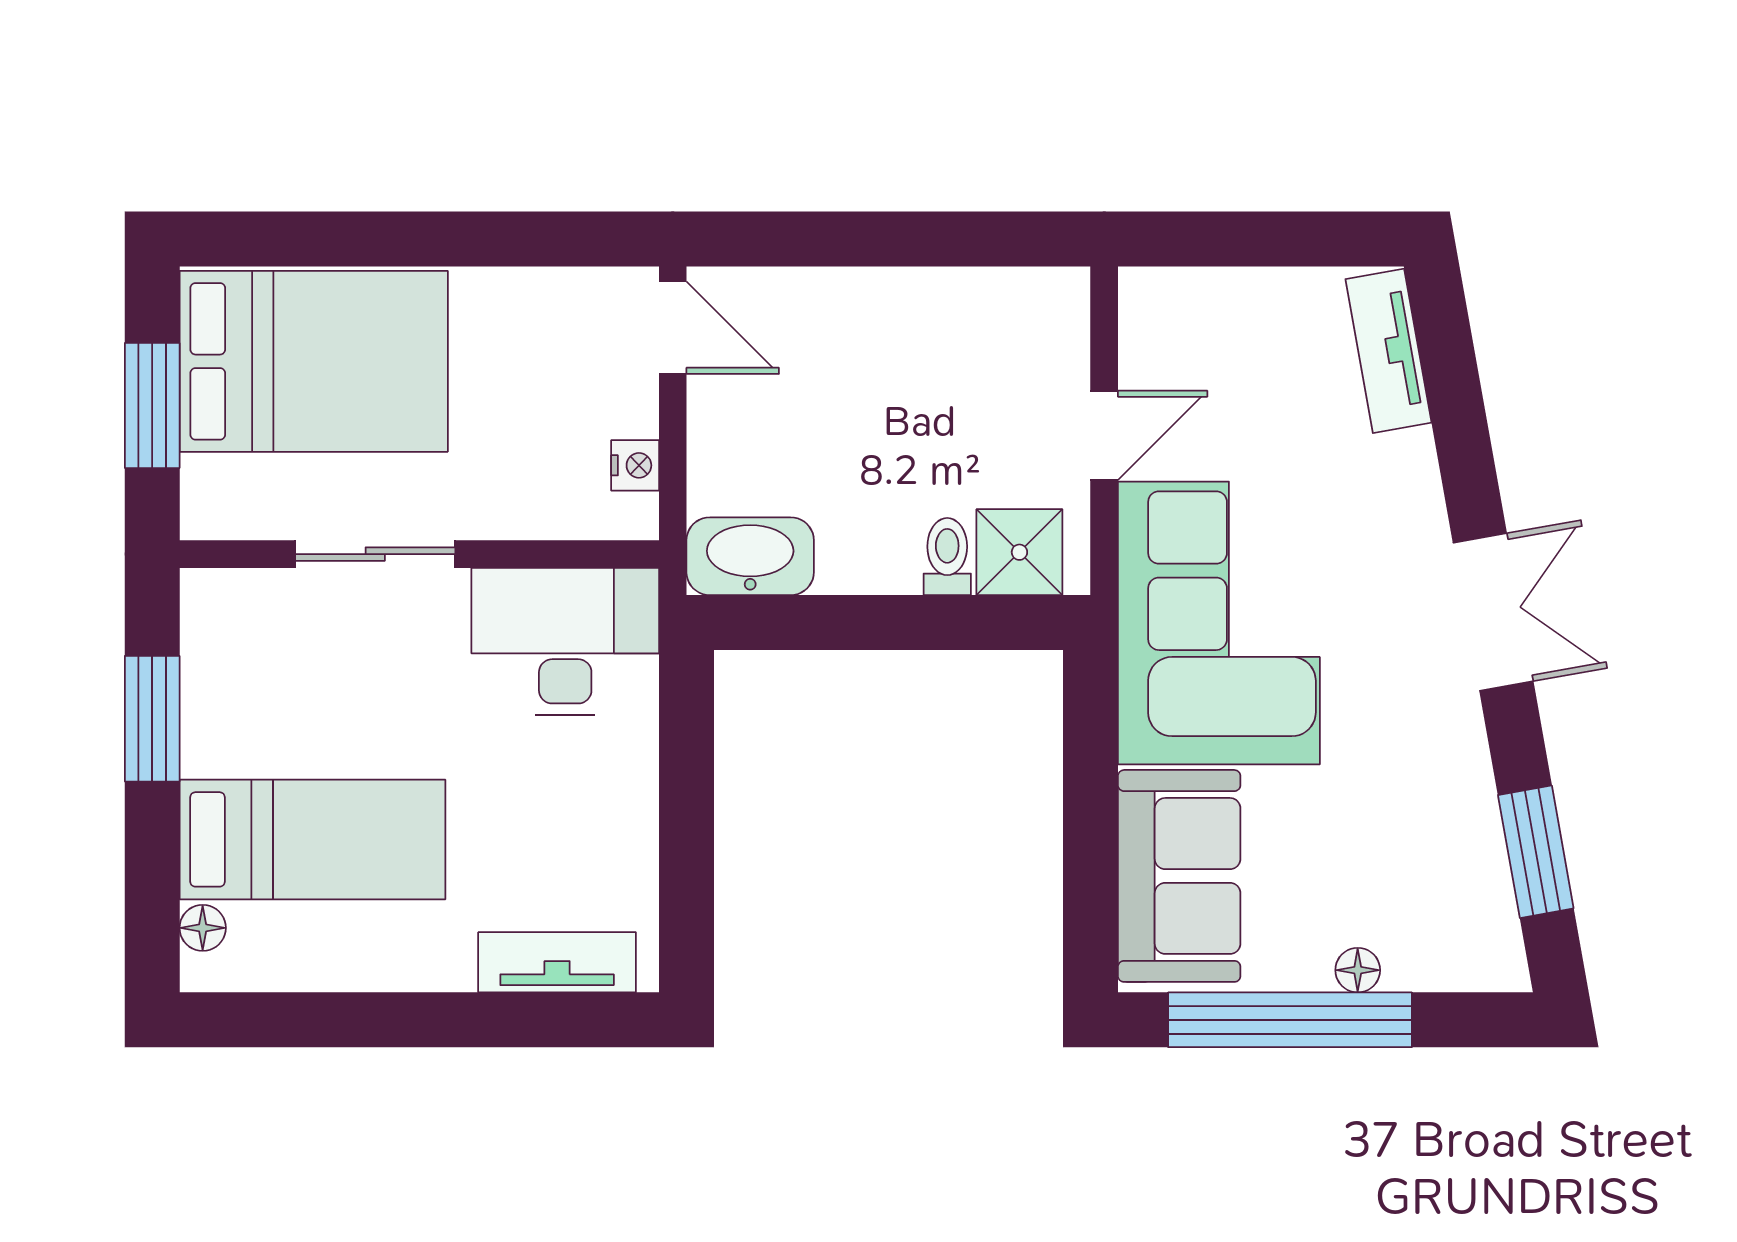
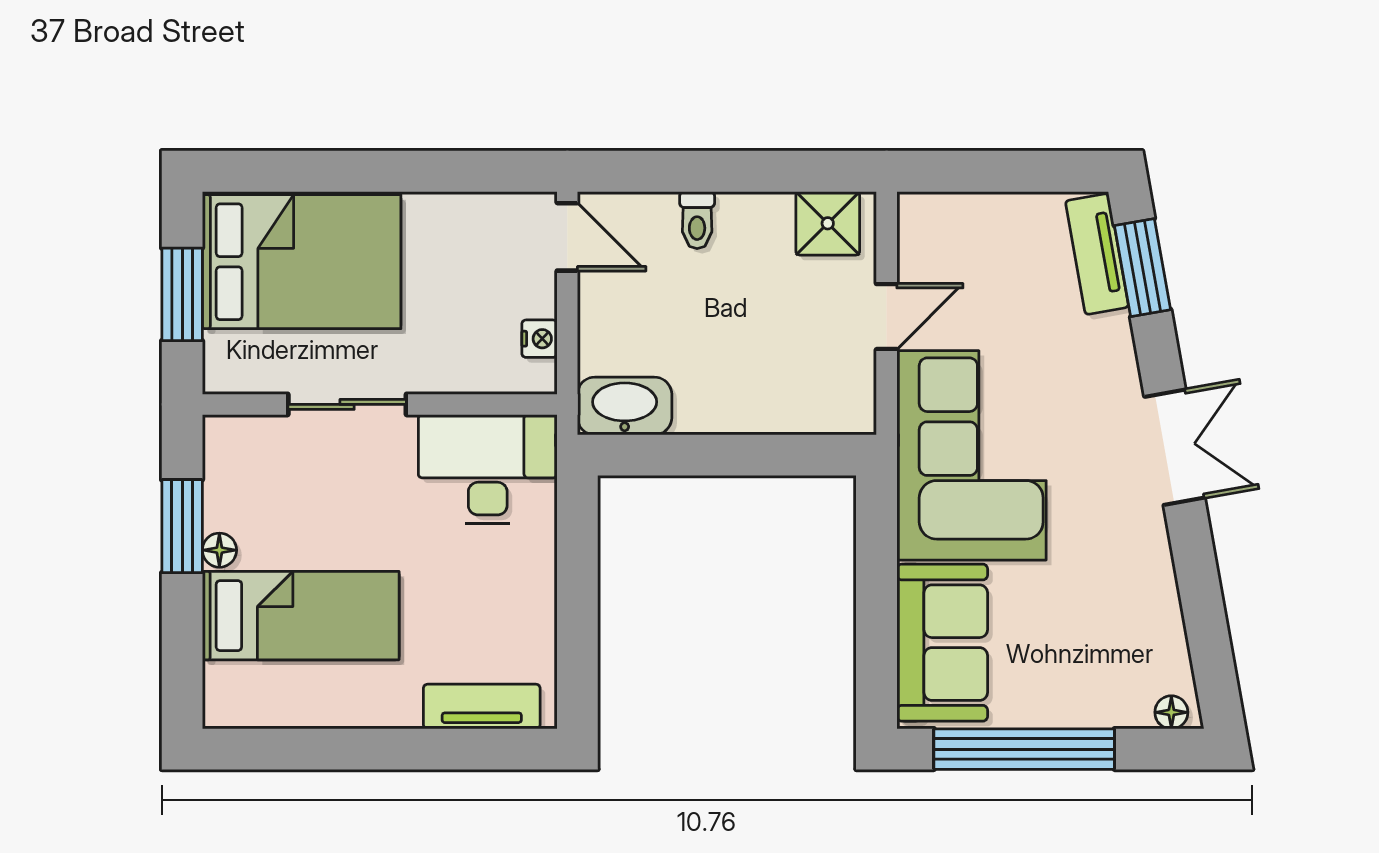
shower: (1019, 552) -> (828, 223), moved
toilet: (947, 557) -> (697, 220), moved, turned 180
window: (1536, 852) -> (1143, 268), moved
floor lamp: (203, 928) -> (219, 550), moved
floor lamp: (1358, 970) -> (1171, 712), moved

